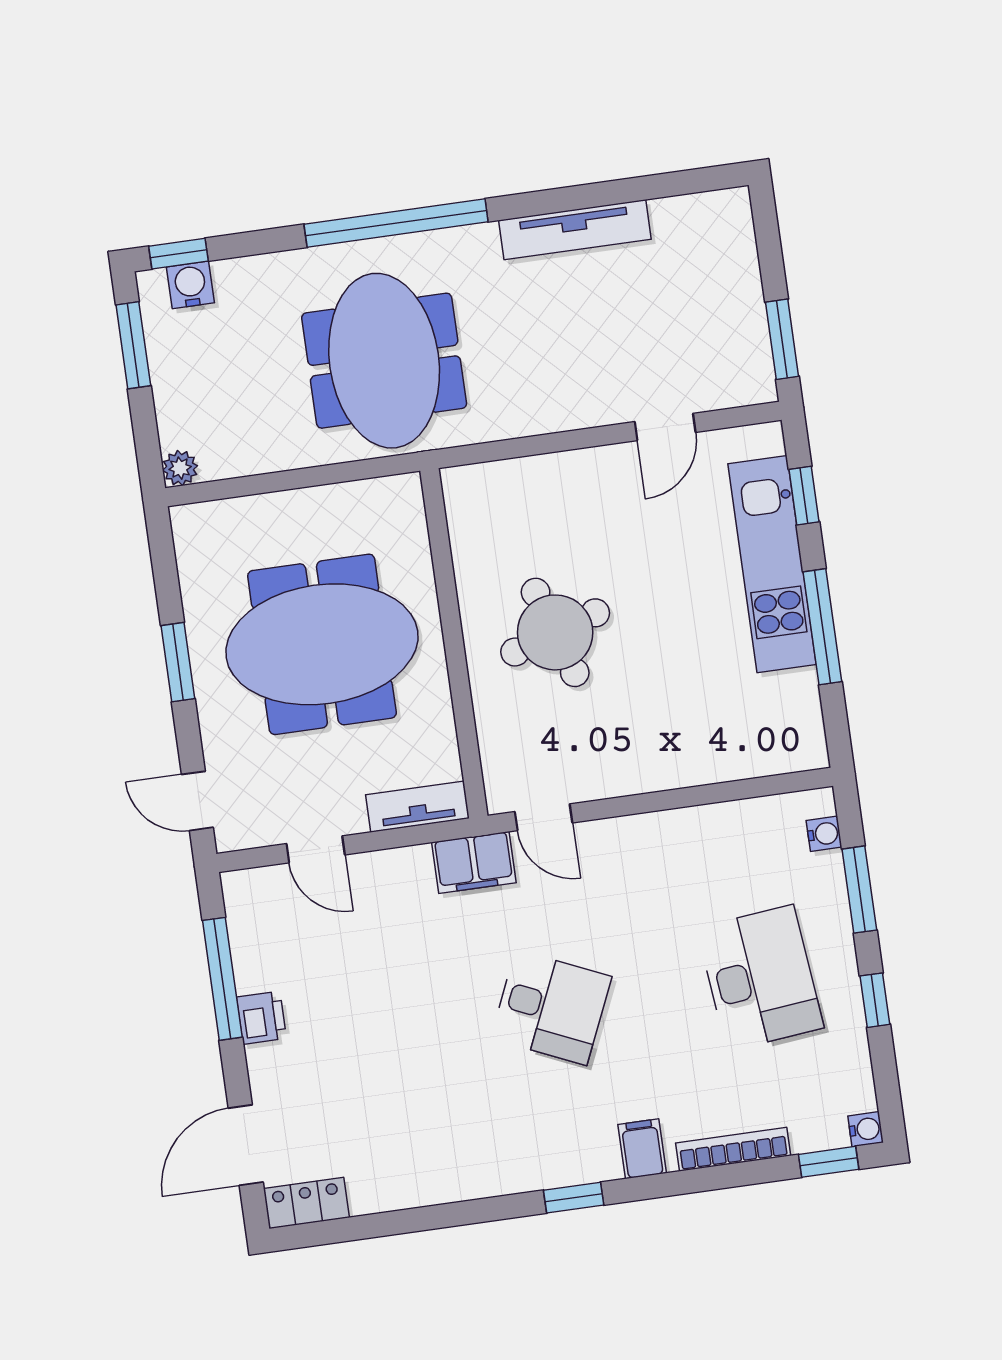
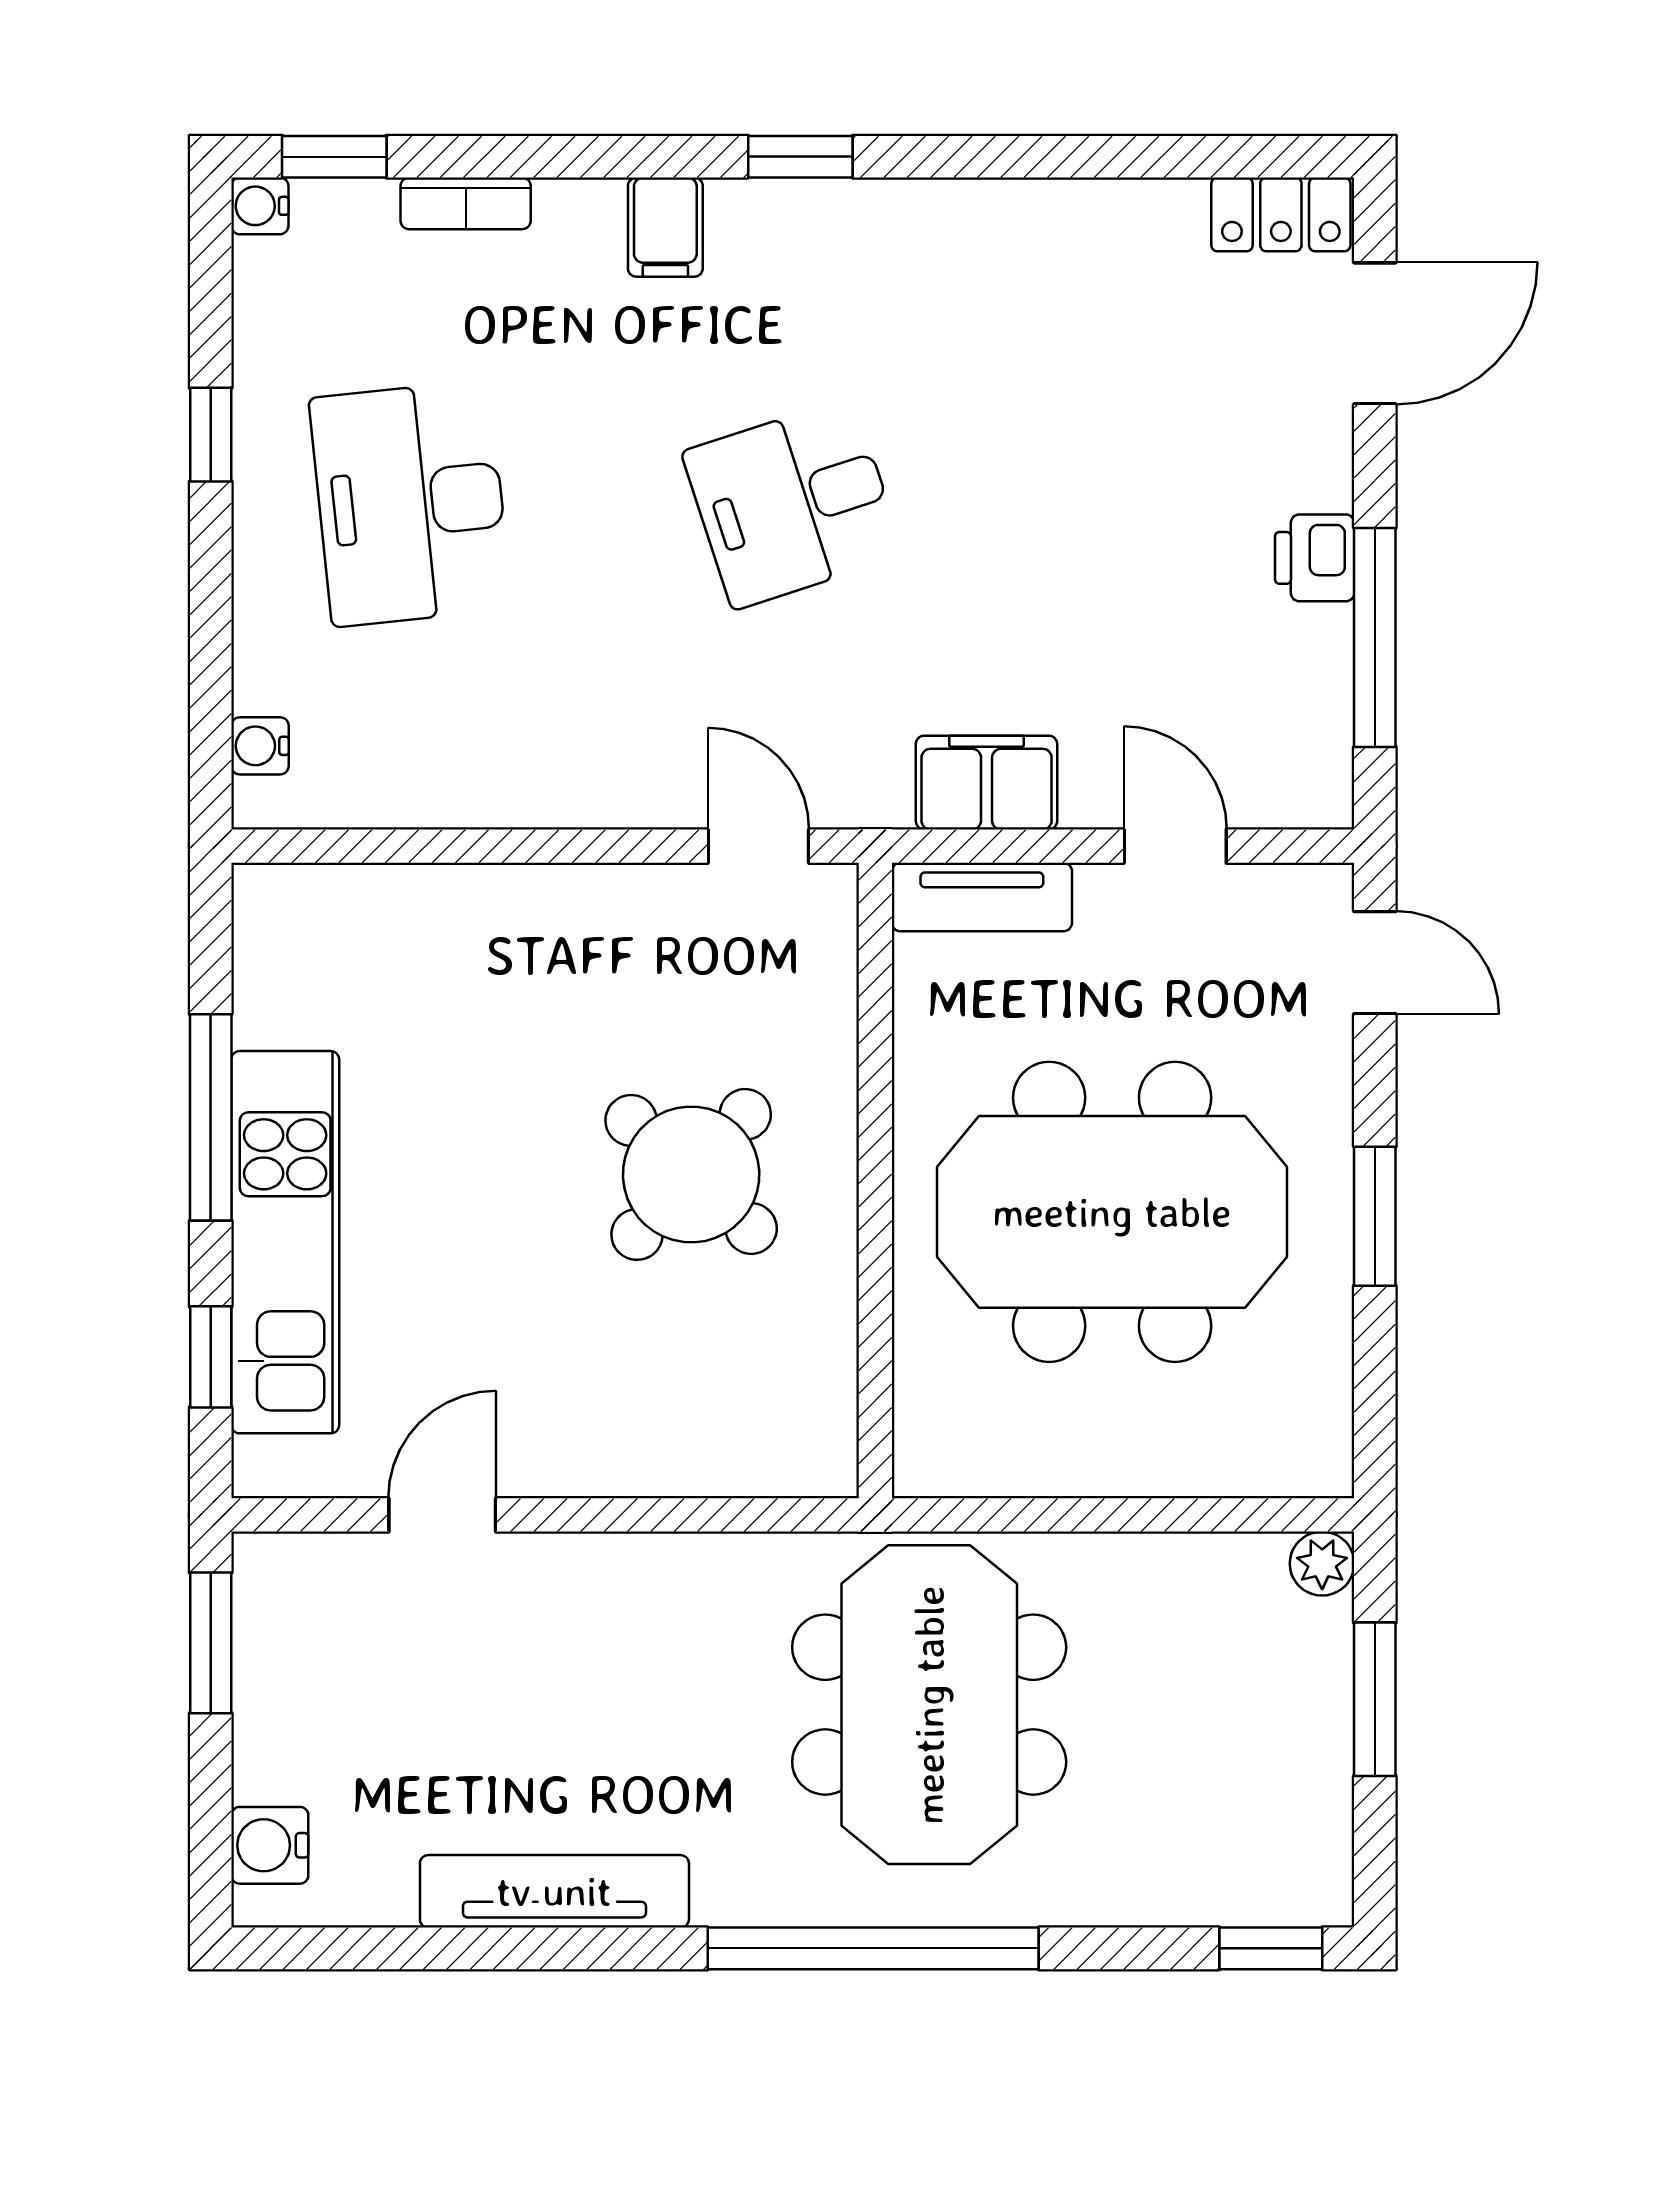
water cooler: (190, 285) -> (270, 1845), moved, turned 90
window: (133, 345) -> (1375, 1699), moved
round table: (555, 632) -> (691, 1174), turned -30
filing cabinet: (474, 862) -> (987, 783), moved
window: (859, 890) -> (211, 637), removed
desk: (551, 1007) -> (793, 503), turned -42
bookcase: (733, 1149) -> (466, 203), width x0.64

